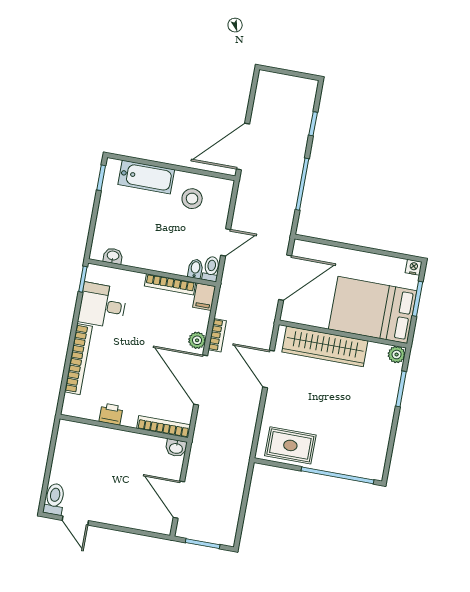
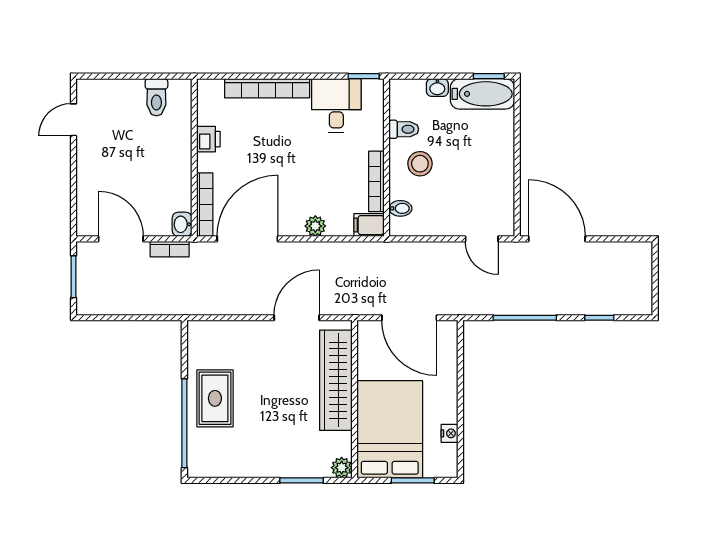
bathtub: (146, 177) -> (482, 94), moved, turned -90
stool: (192, 199) -> (420, 164), moved
door: (226, 242) -> (482, 239), moved
washbasin: (113, 256) -> (437, 88), moved, turned 90
nightstand: (414, 267) -> (450, 433), moved
toilet: (211, 269) -> (404, 129), moved
bookcase: (217, 335) -> (170, 249), moved
door: (201, 380) -> (247, 239), moved
rug: (290, 445) -> (215, 398), moved
toilet: (54, 499) -> (156, 97), moved, turned 90
door: (179, 500) -> (121, 239), hinge flipped

